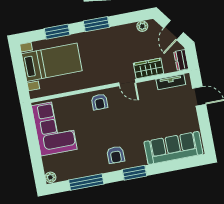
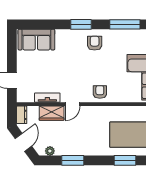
window: (96, 24) -> (73, 160), moved
tv unit: (171, 82) -> (47, 98), moved
door: (127, 83) -> (72, 104), swing flipped
sofa: (173, 148) -> (36, 40), width x0.73

